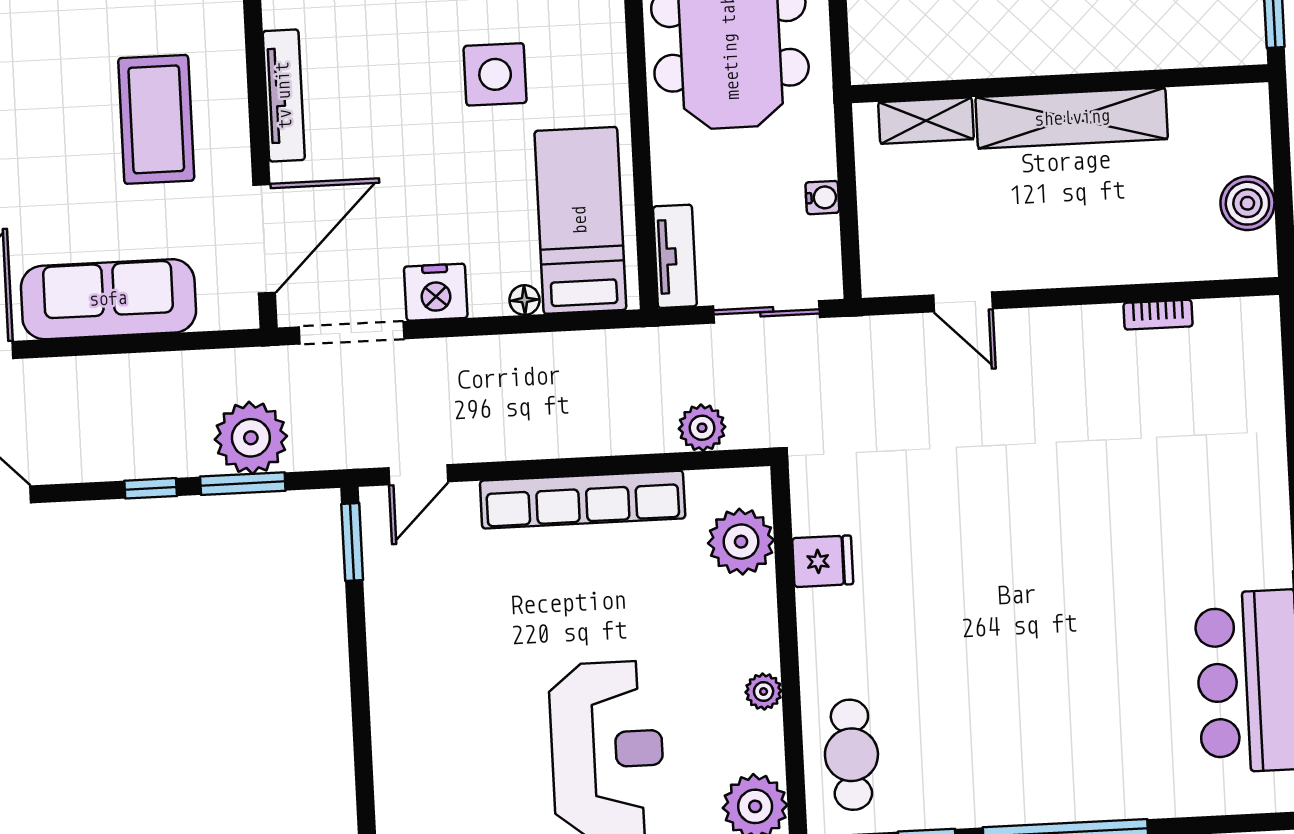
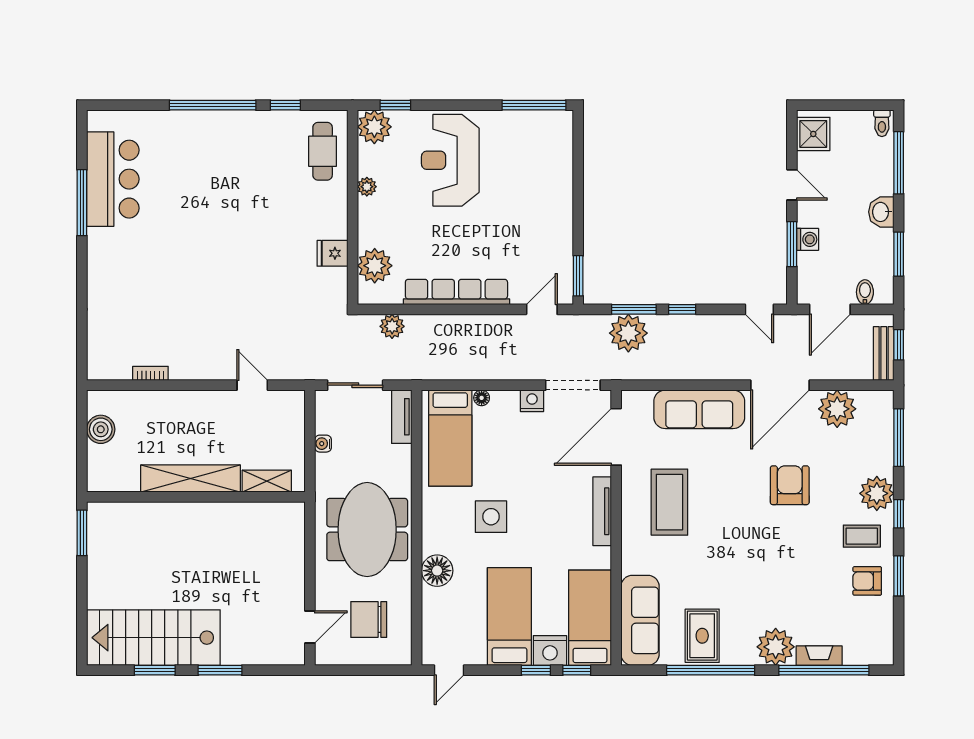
nightstand: (436, 292) -> (532, 401), width x0.74, depth x0.75

